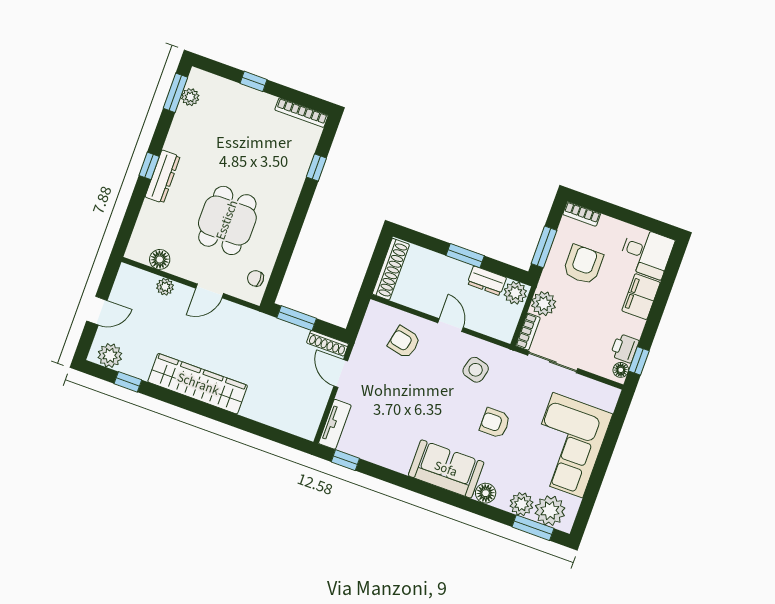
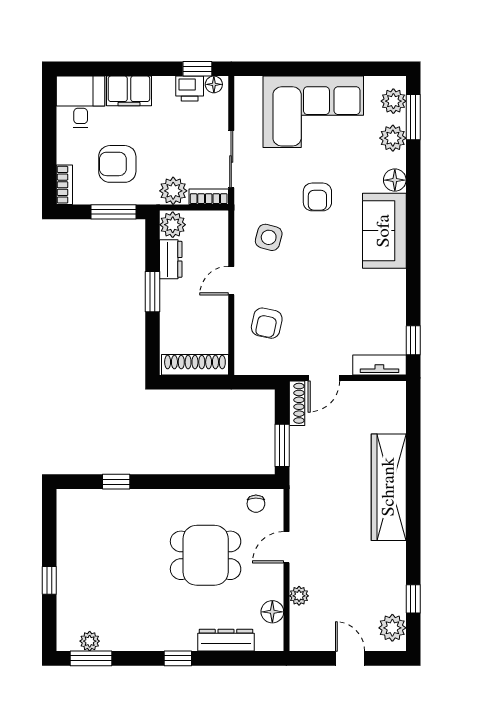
bookcase: (301, 113) -> (64, 518), removed
dresser: (163, 177) -> (226, 640), moved
door: (210, 291) -> (286, 547), swing flipped
wardrobe: (198, 384) -> (389, 487), moved
plant: (550, 511) -> (393, 101), width x0.73, depth x0.73

